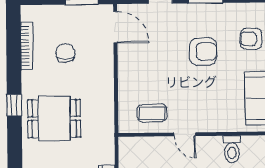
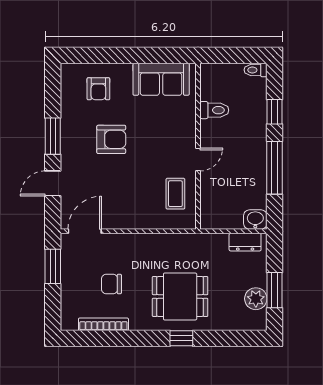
armchair: (203, 51) -> (111, 139), turned 90
window: (14, 105) -> (181, 338), moved
dining table: (54, 119) -> (180, 296), turned 90

